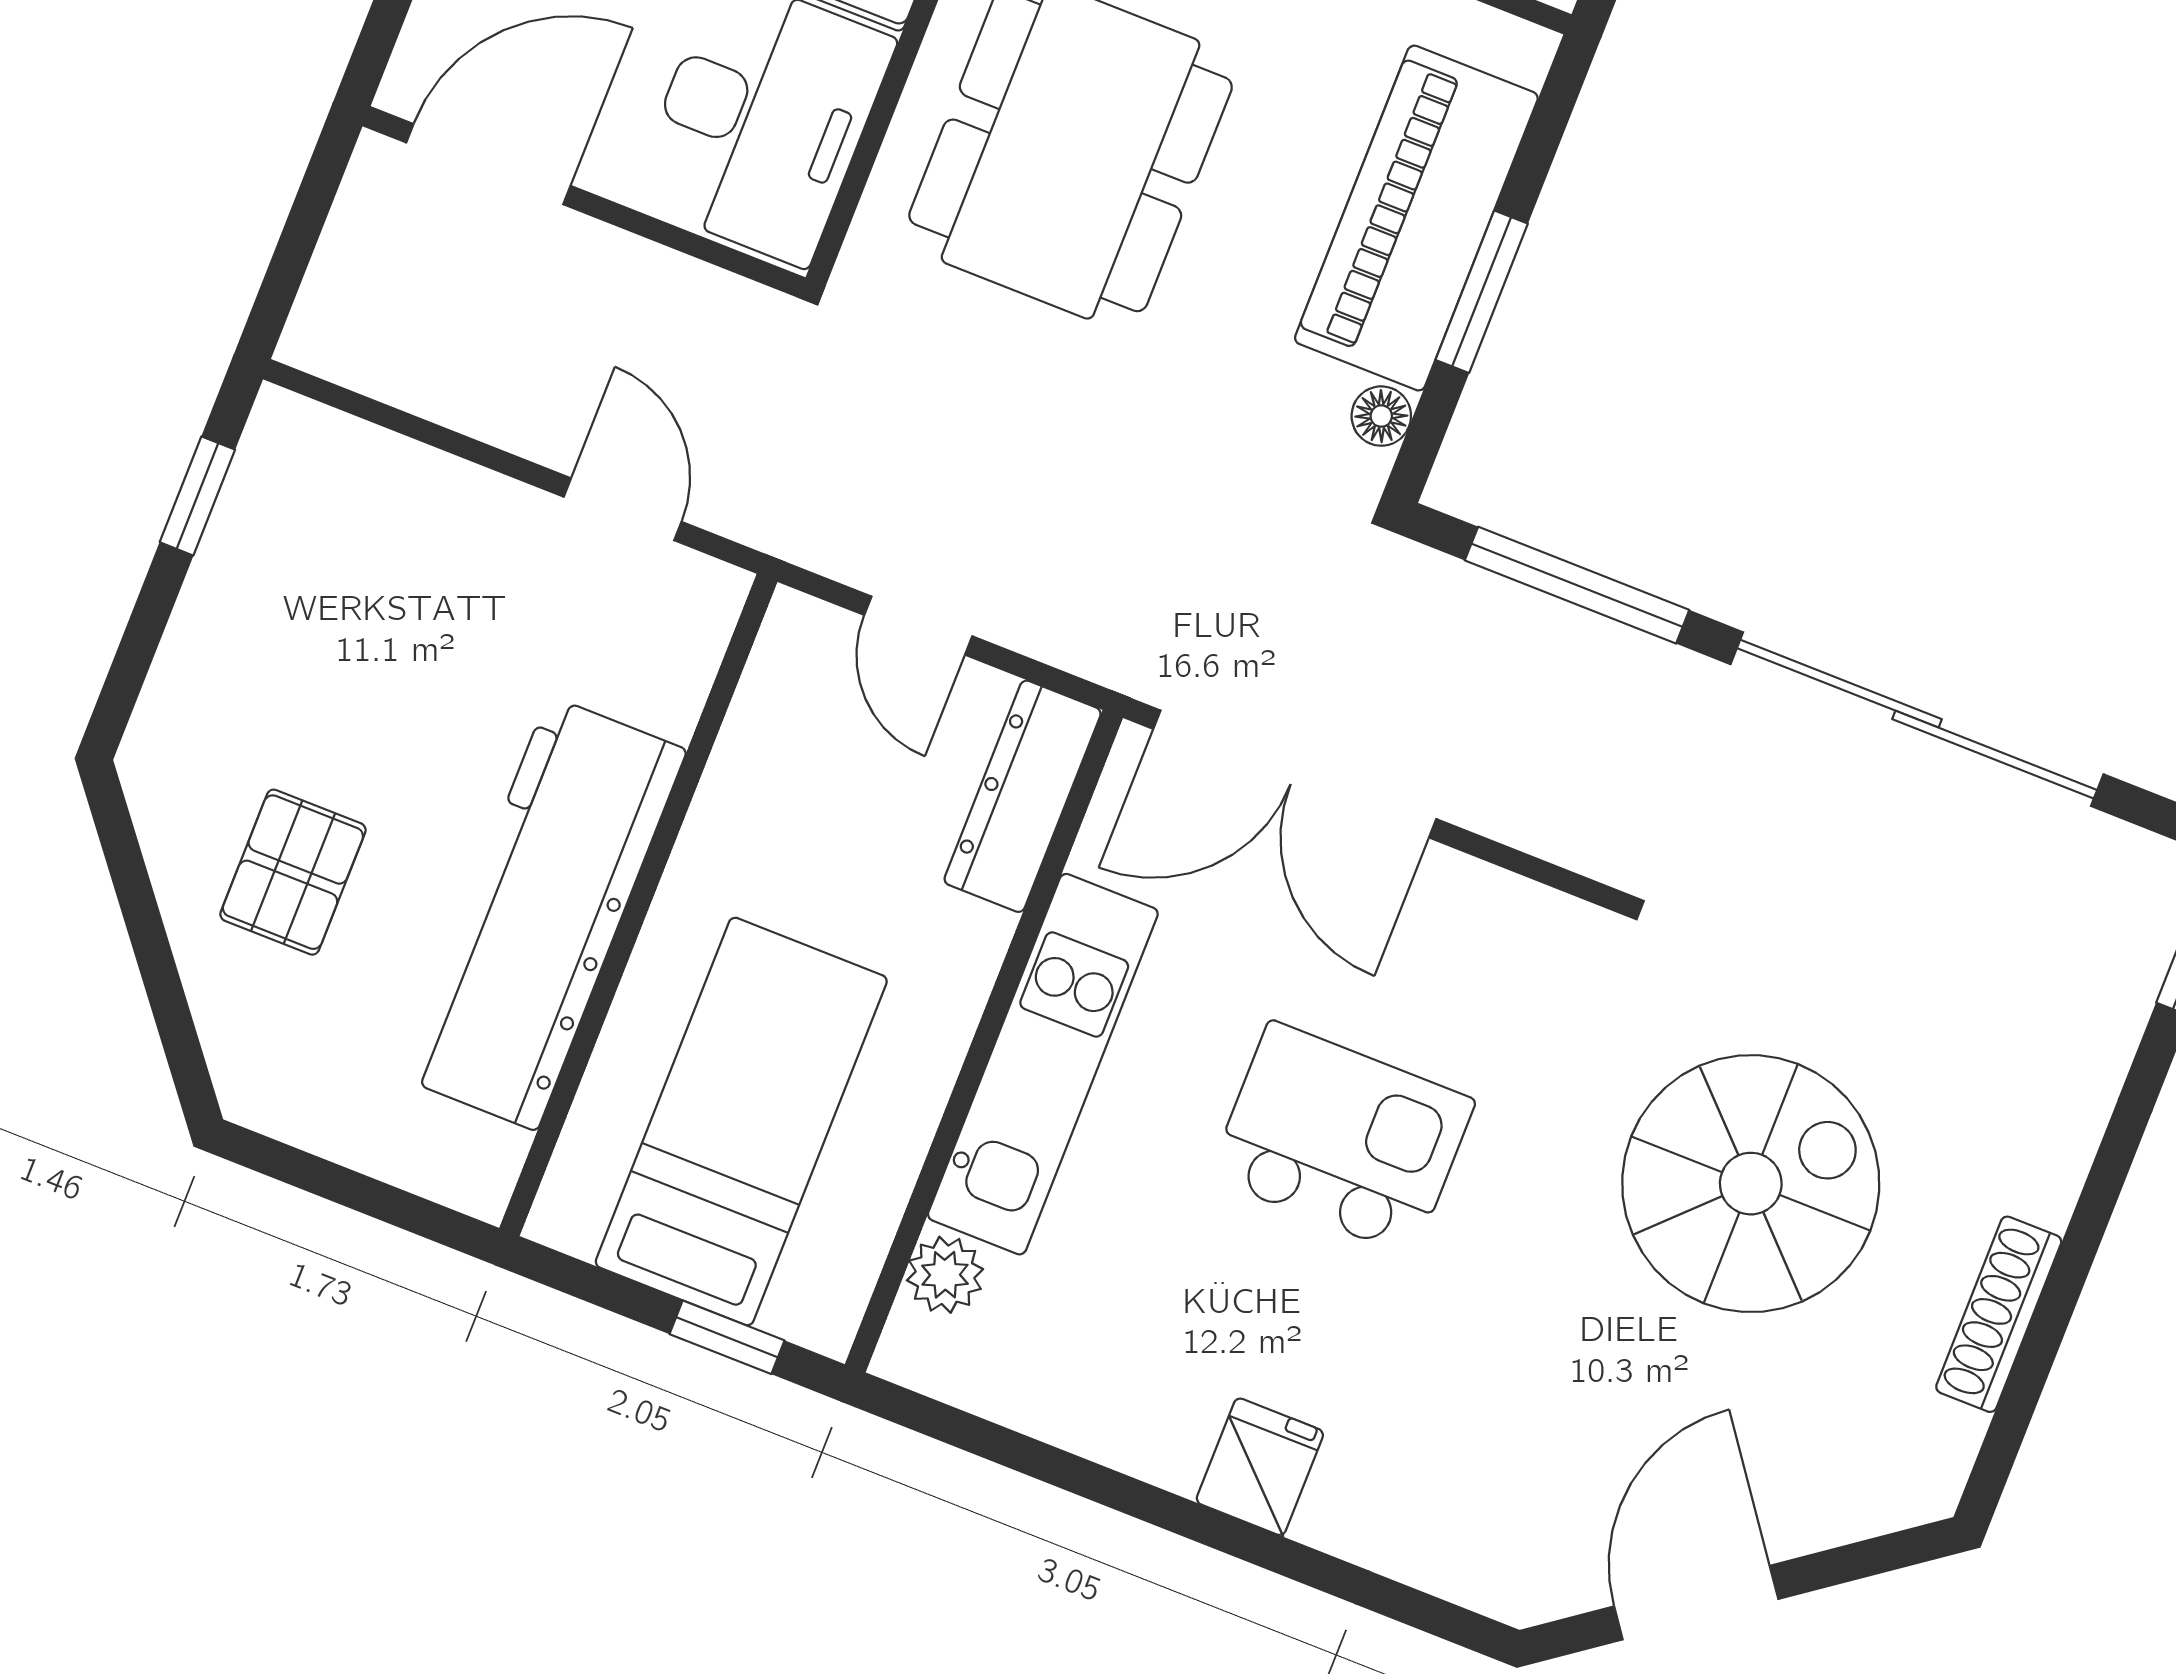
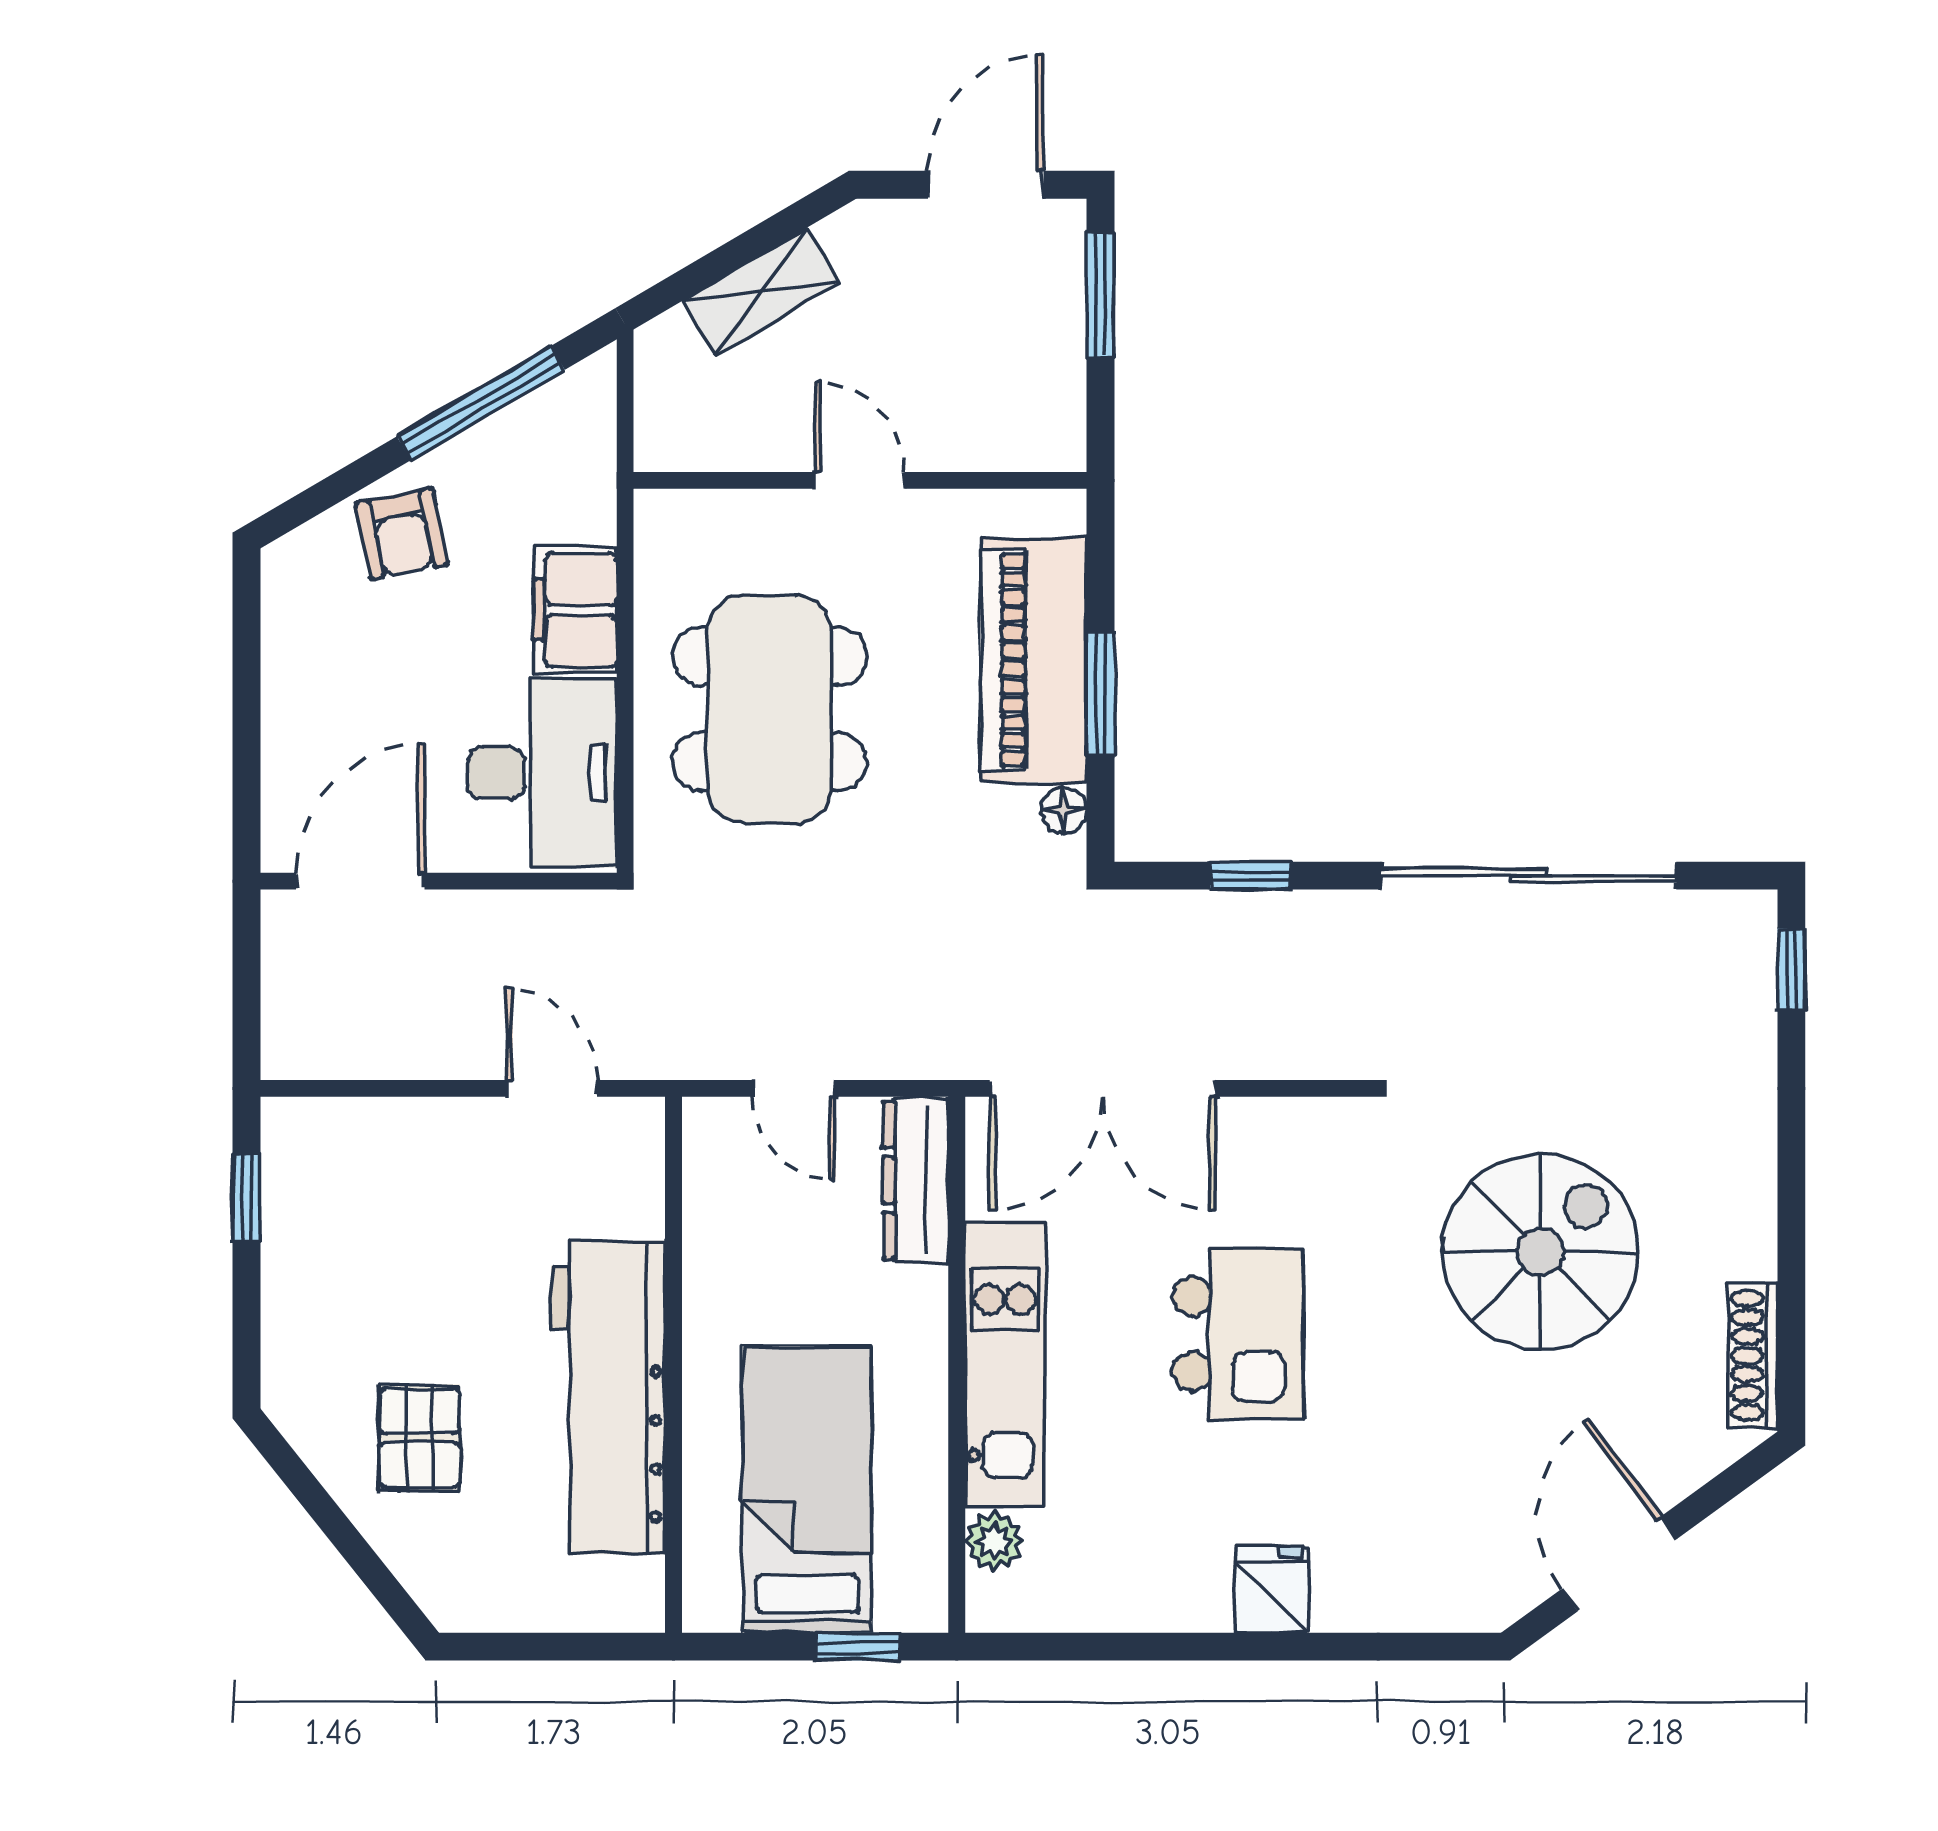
window: (1577, 585) -> (1250, 876), width x0.46
kitchen island: (1342, 1139) -> (1238, 1334), turned 90
shoe rack: (1999, 1314) -> (1753, 1355), moved

